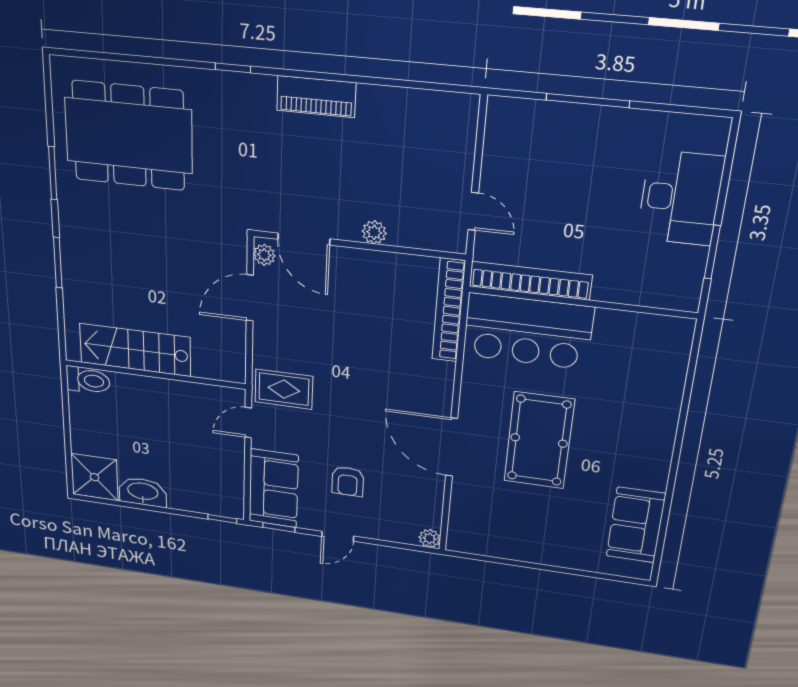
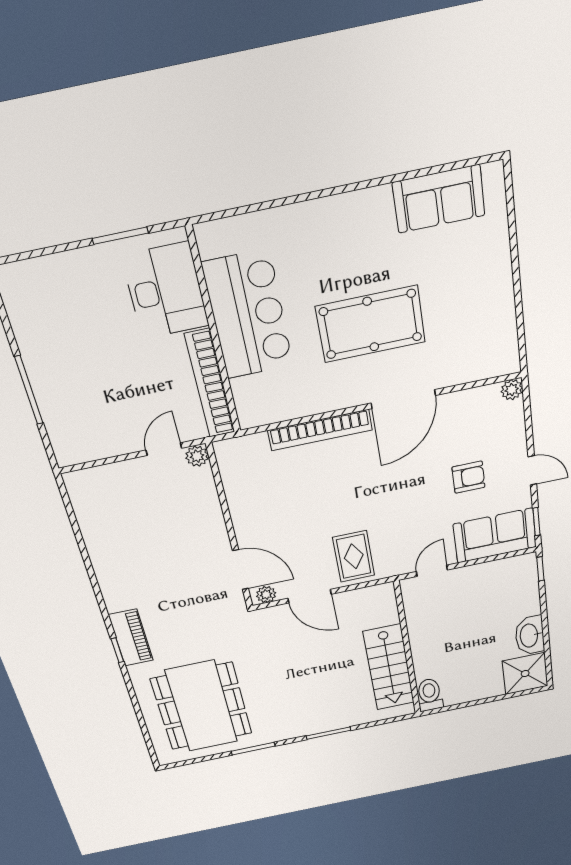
piano: (316, 97) -> (131, 638), moved
desk: (680, 198) -> (165, 291), moved, turned 90
plant: (374, 232) -> (197, 456), moved
door: (304, 239) -> (241, 570), hinge flipped
bookcase: (449, 310) -> (320, 430), moved
bar counter: (528, 331) -> (248, 315), moved
rug: (284, 389) -> (354, 556), moved
door: (248, 423) -> (432, 571), swing flipped

